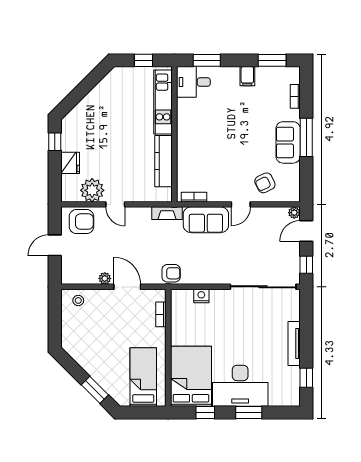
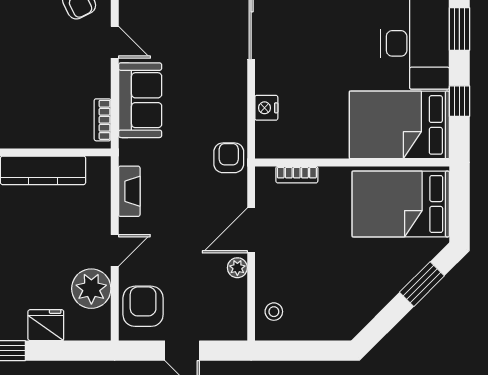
fireplace: (167, 213) -> (129, 191), moved
bed: (143, 377) -> (401, 204), width x1.50

